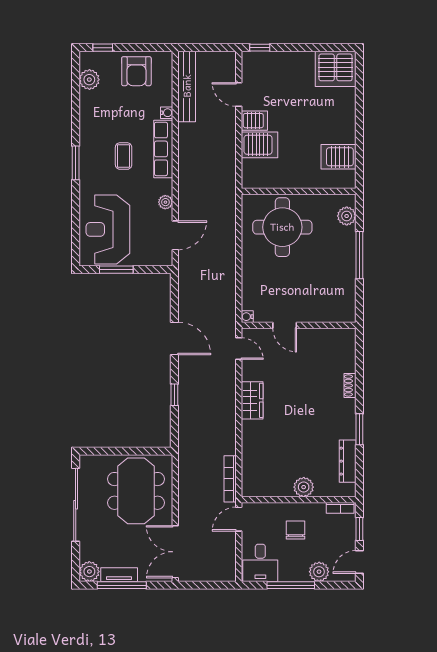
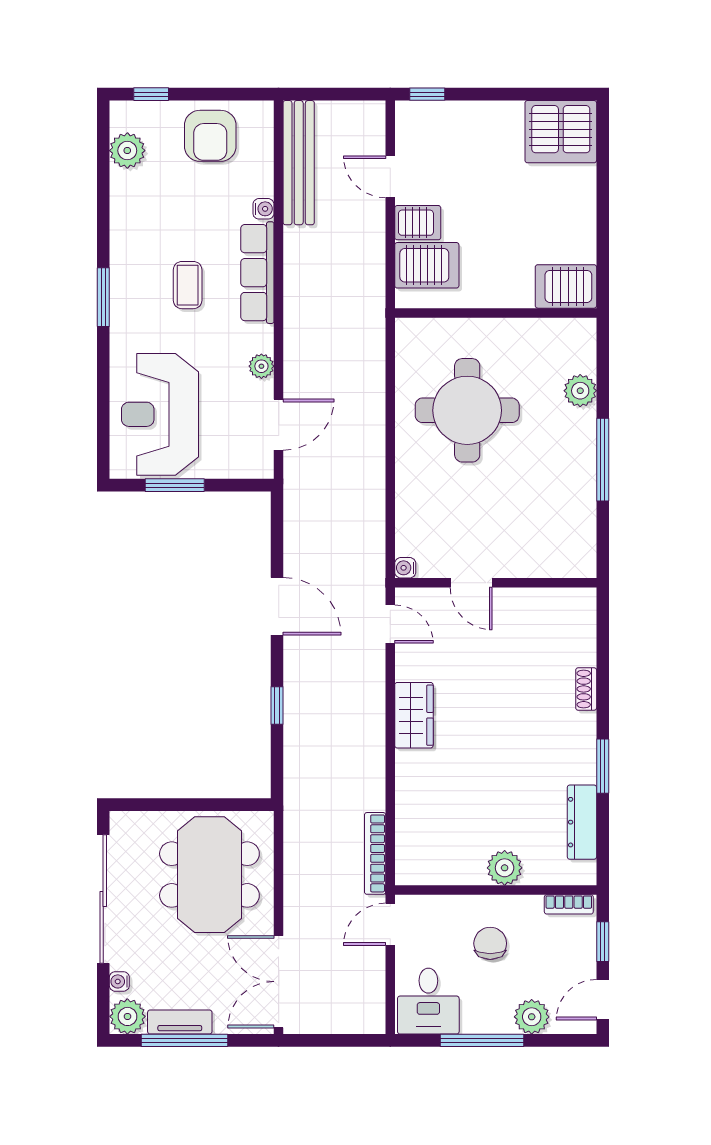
wall: (299, 191) -> (496, 313), moved
water cooler: (85, 552) -> (119, 981), added

